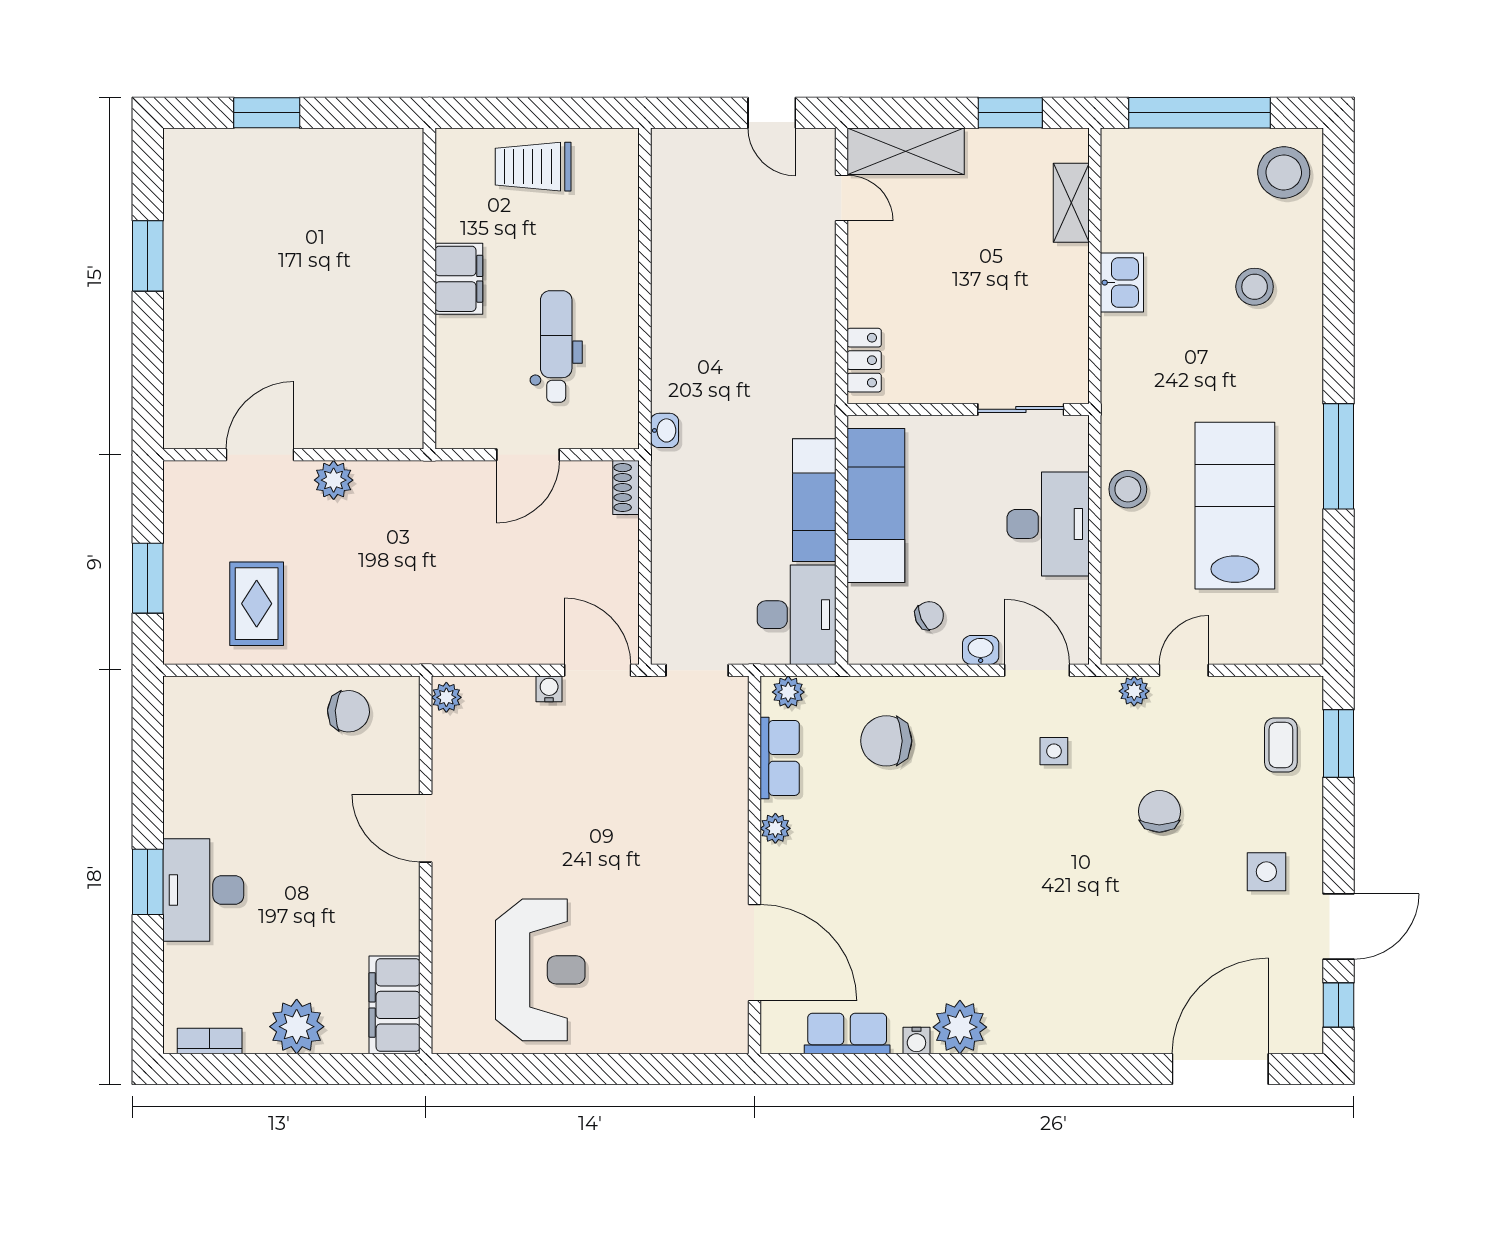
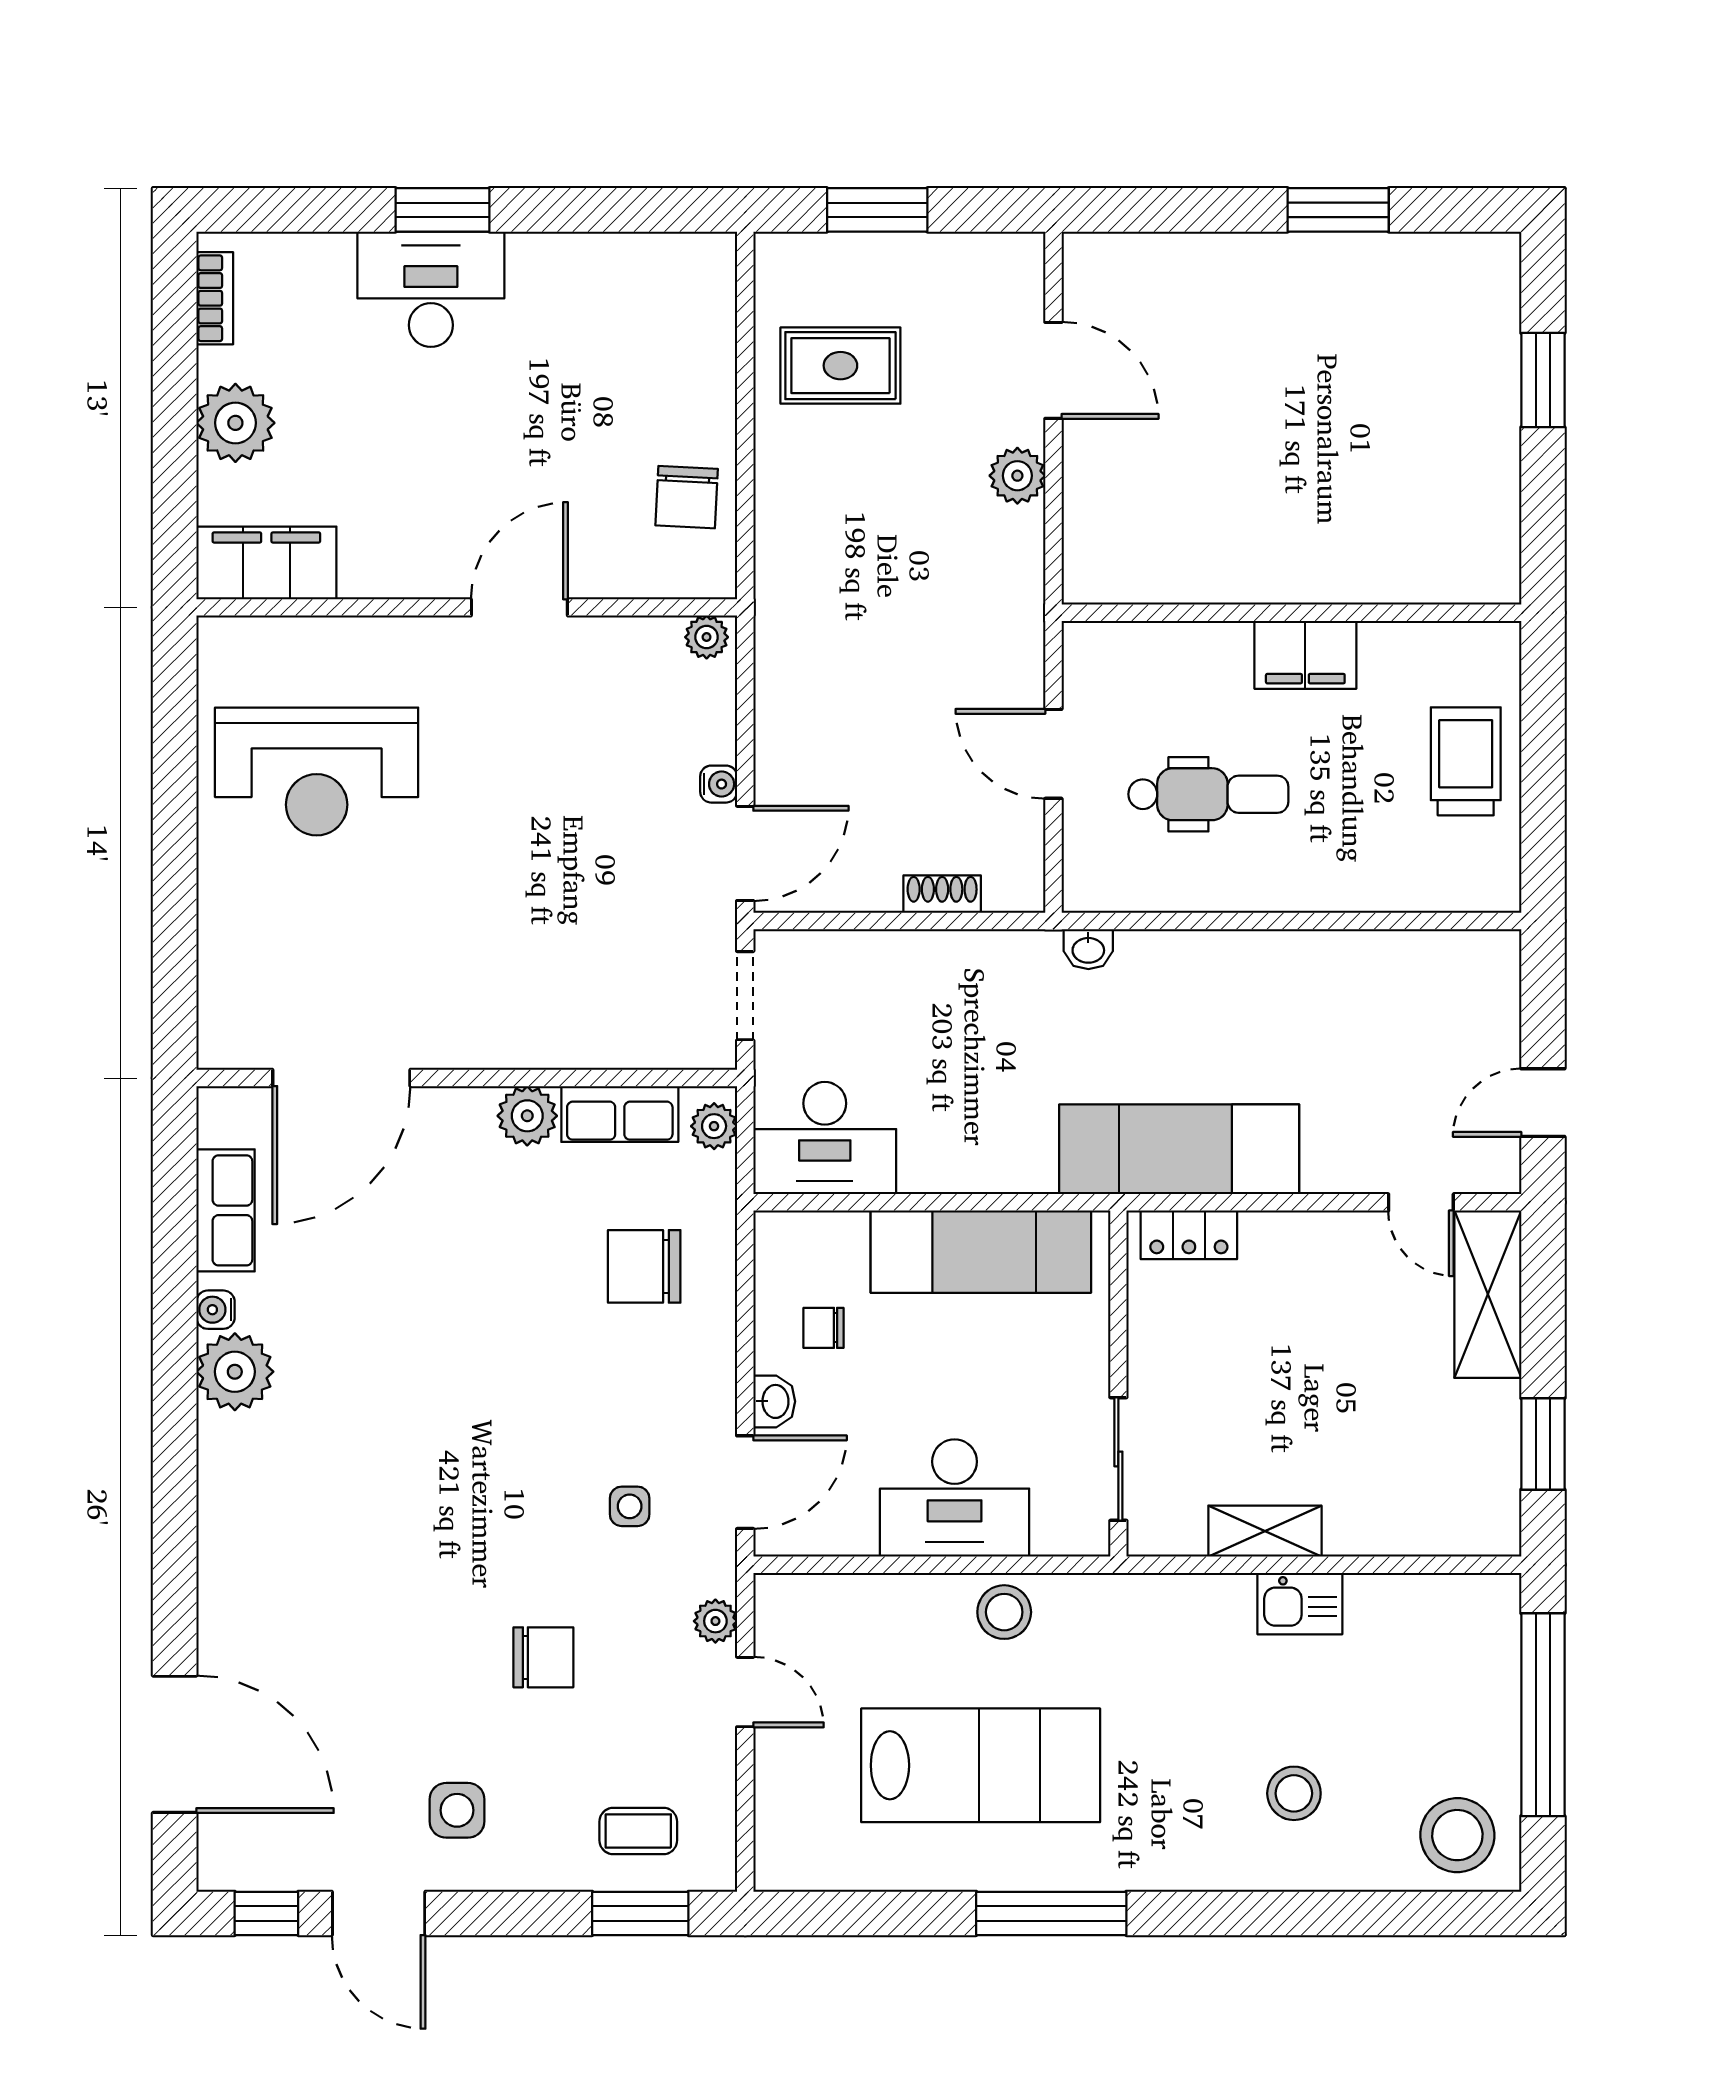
door: (841, 198) -> (1421, 1202), hinge flipped
shelving: (1071, 203) -> (1265, 1531), moved
shoe rack: (626, 488) -> (942, 894), moved
exam couch: (814, 500) -> (1179, 1149), moved, width x1.36, depth x1.45
chair: (929, 616) -> (823, 1328), turned 114
chair: (886, 741) -> (644, 1266), turned -90
plant: (775, 828) -> (527, 1116), width x1.38, depth x1.38

